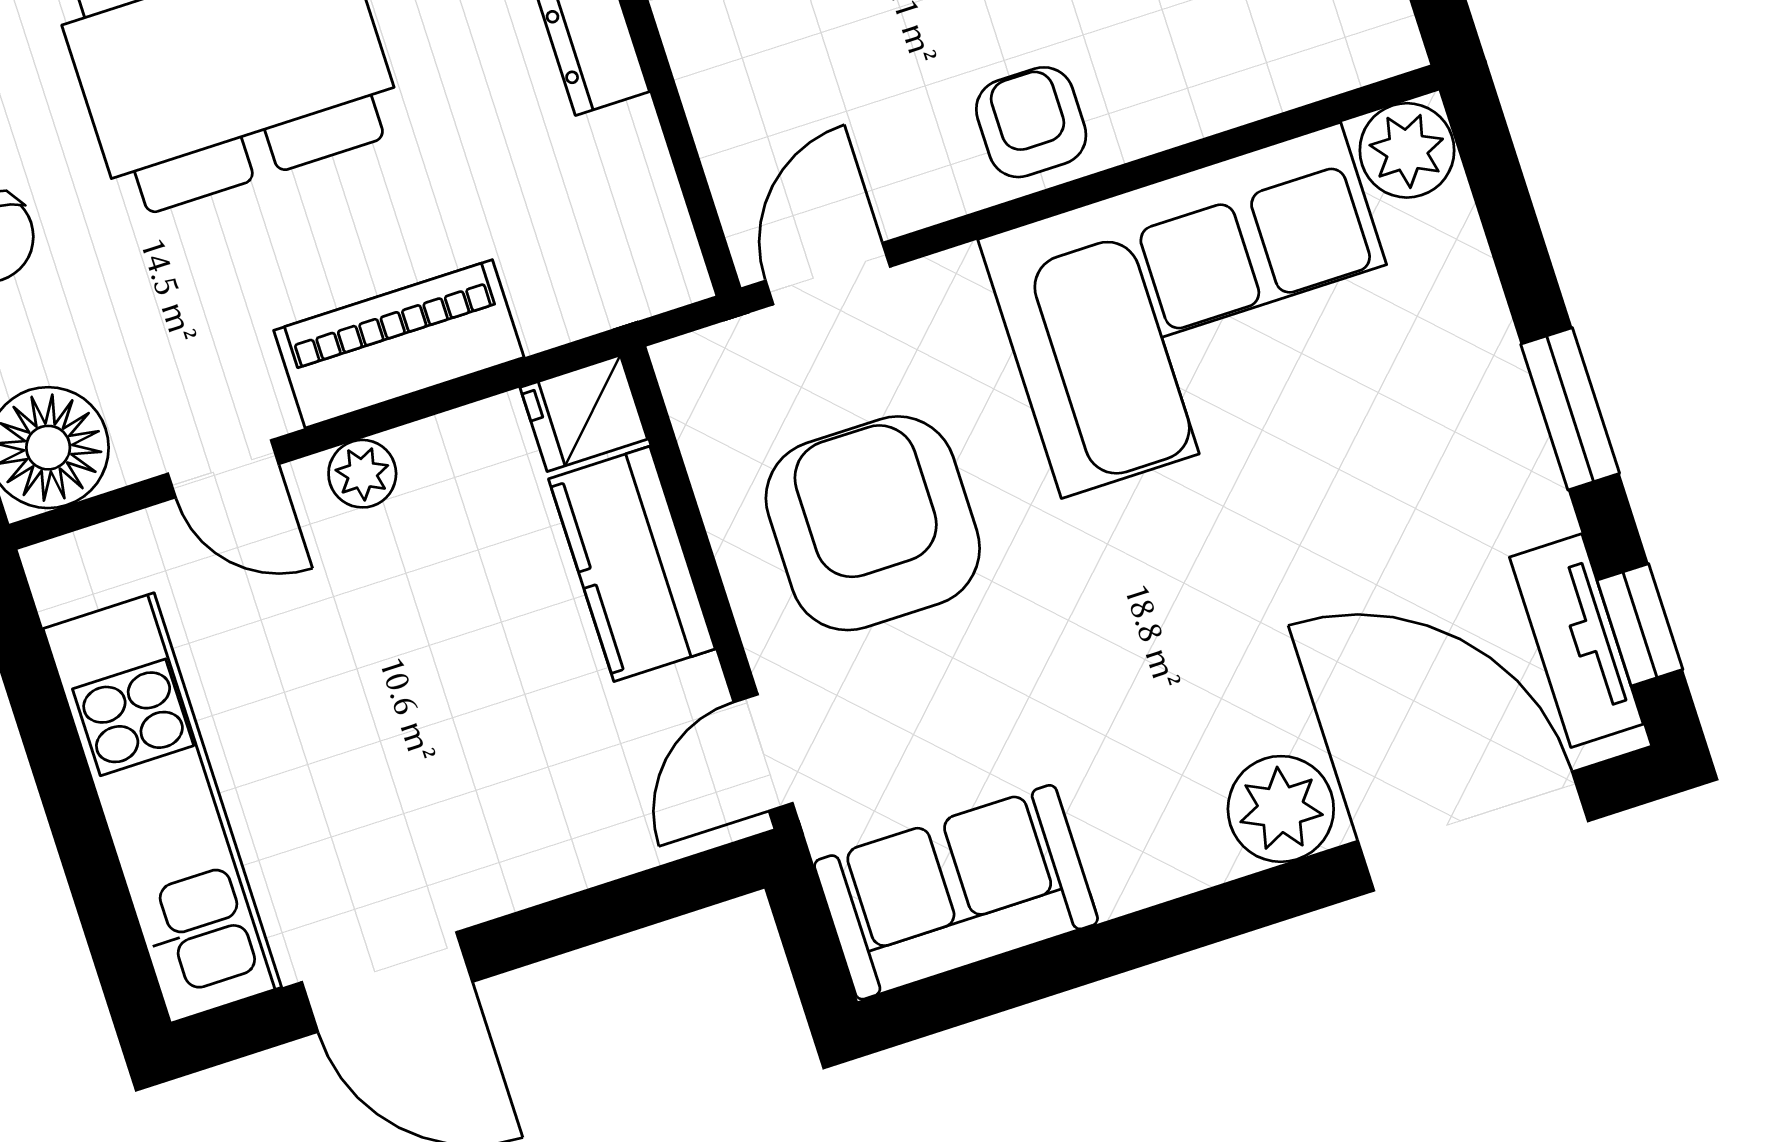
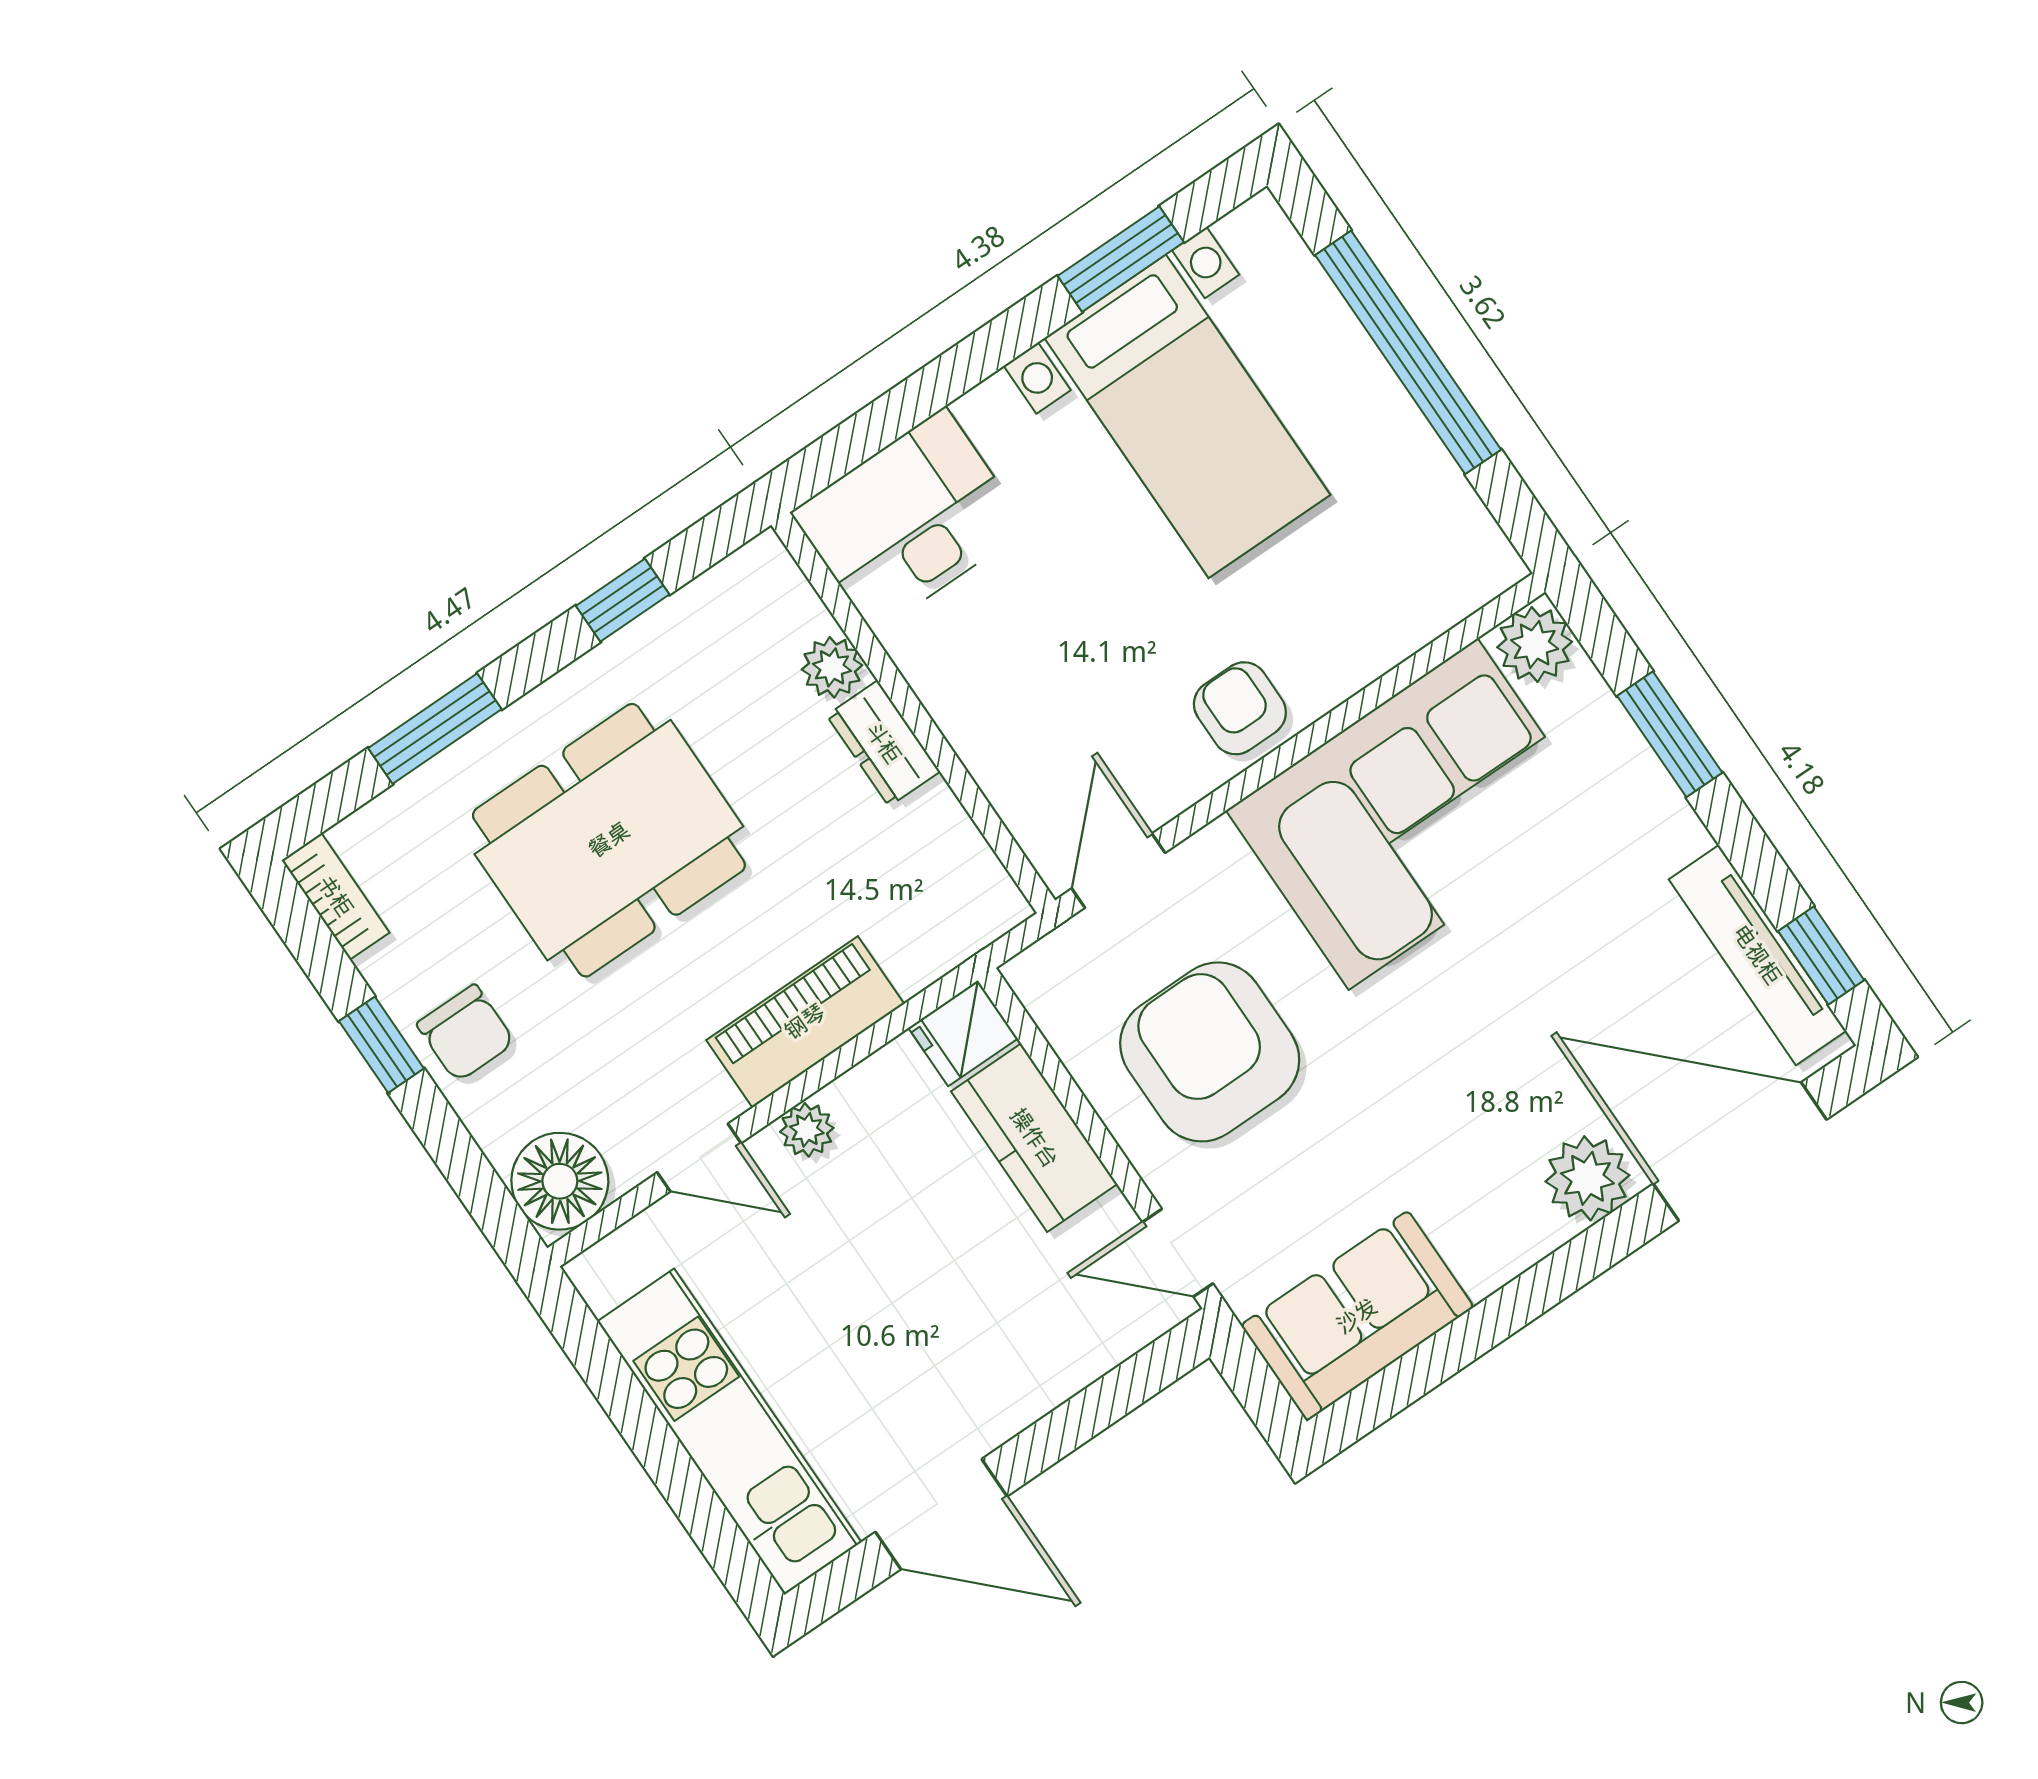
window: (1570, 409) -> (1670, 734), moved
tv unit: (1576, 641) -> (1757, 955), width x1.41
door: (763, 753) -> (1178, 1253), hinge flipped

